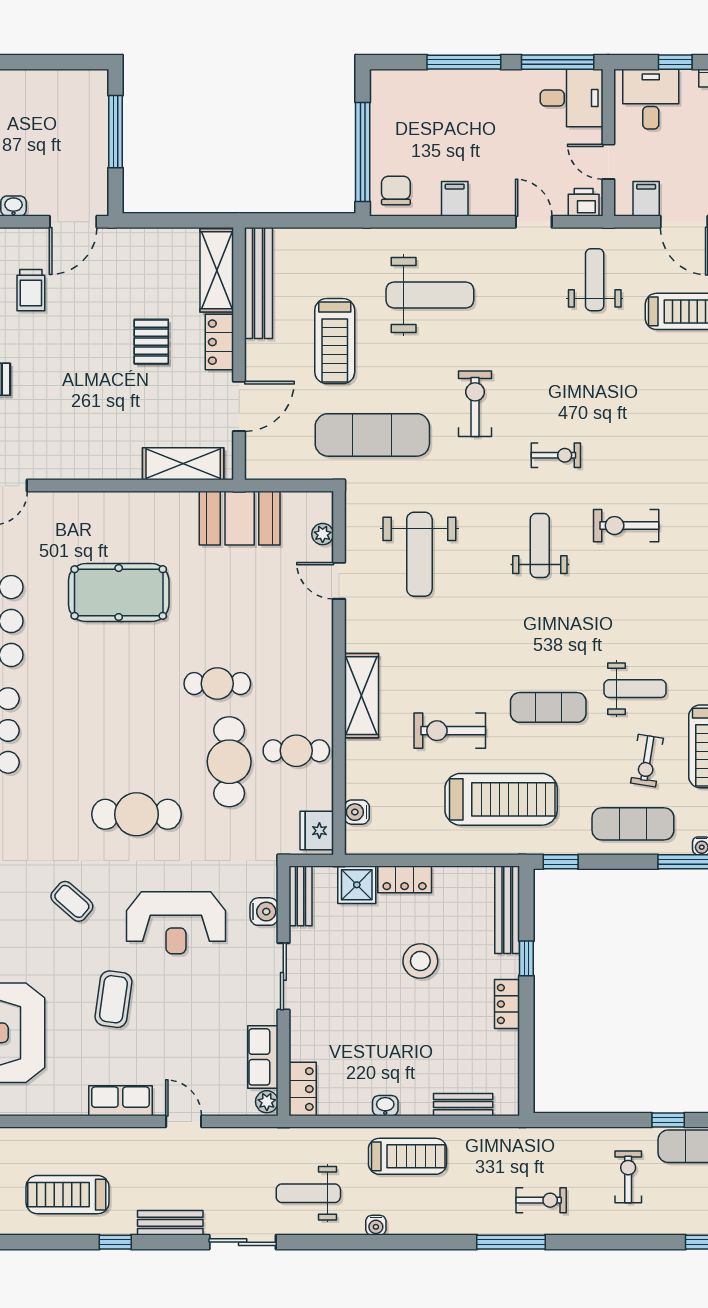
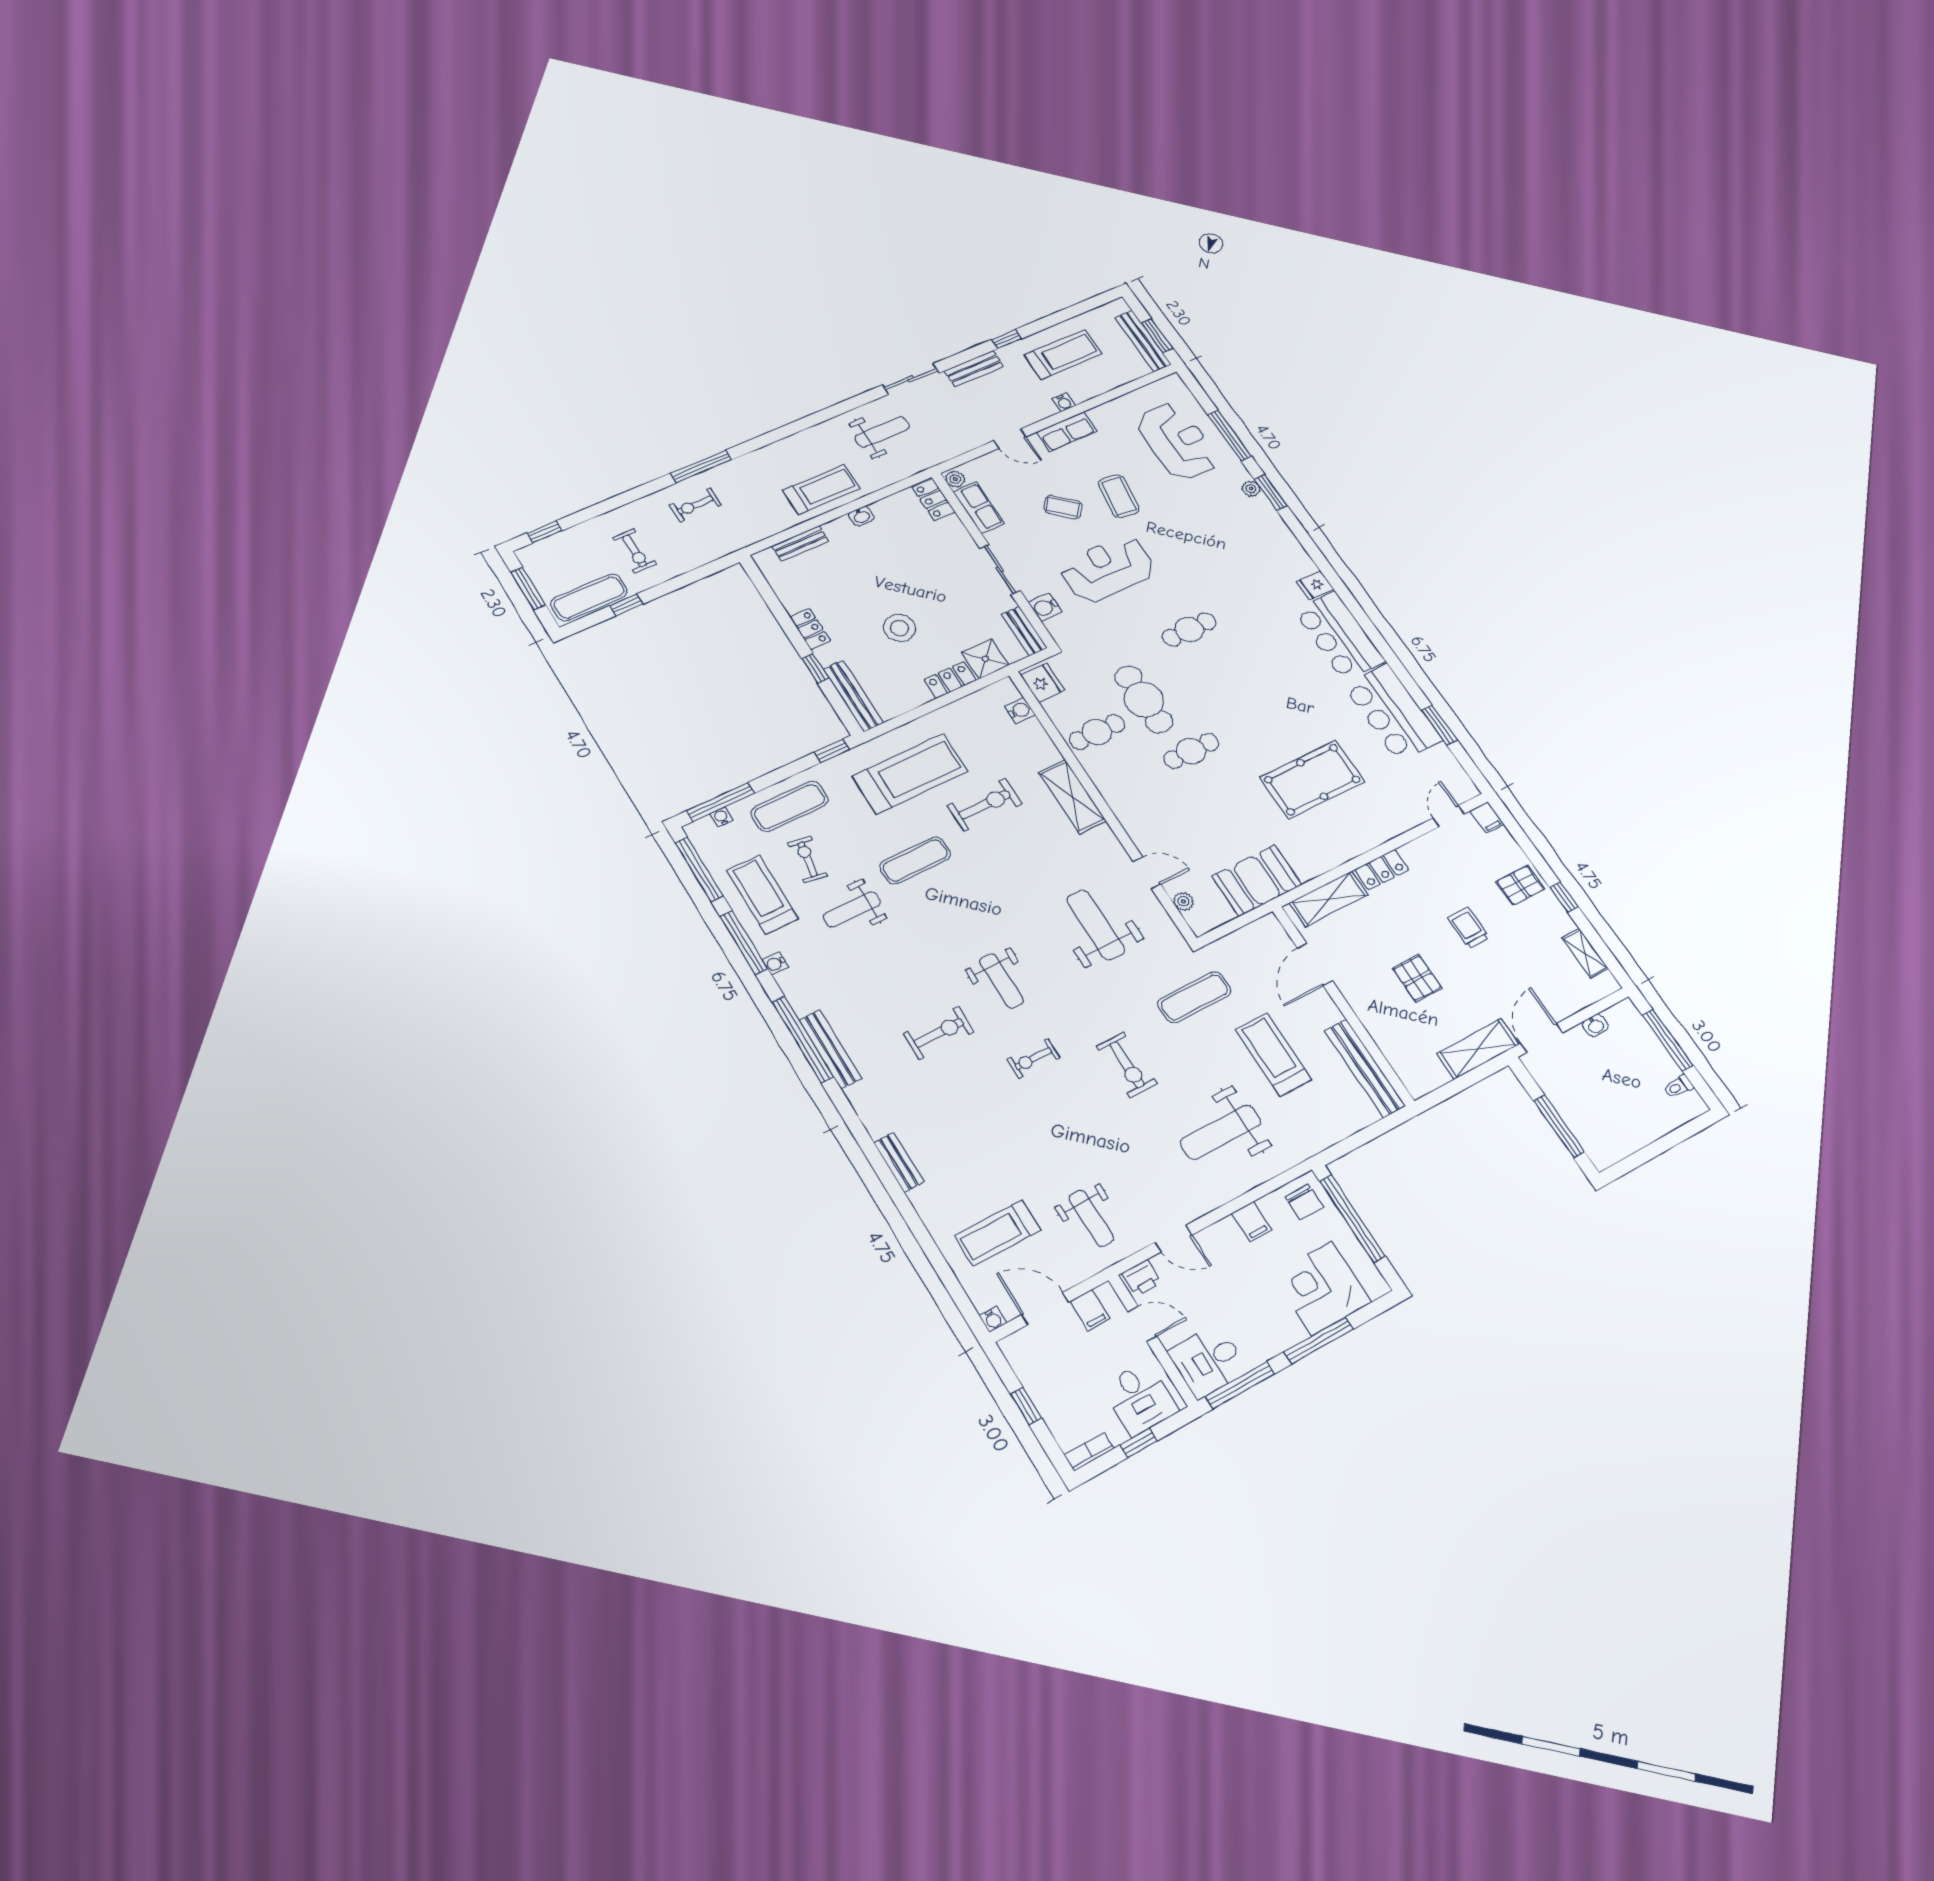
corner desk: (431, 106) -> (1322, 1288), added
shelving: (217, 270) -> (1478, 1049), moved, turned 90
trolley: (31, 290) -> (1468, 928), moved
locker: (219, 342) -> (1382, 870), moved, turned 90
exercise mat: (372, 435) -> (1194, 997), width x0.73, depth x0.69
treadmill: (501, 799) -> (910, 774), turned 180
cafe table: (137, 814) -> (1189, 630), width x0.73, depth x0.74
coffee table: (72, 901) -> (1063, 507), moved
treadmill: (407, 1156) -> (821, 489), turned 180
water cooler: (376, 1225) -> (1064, 402), moved, turned 180

